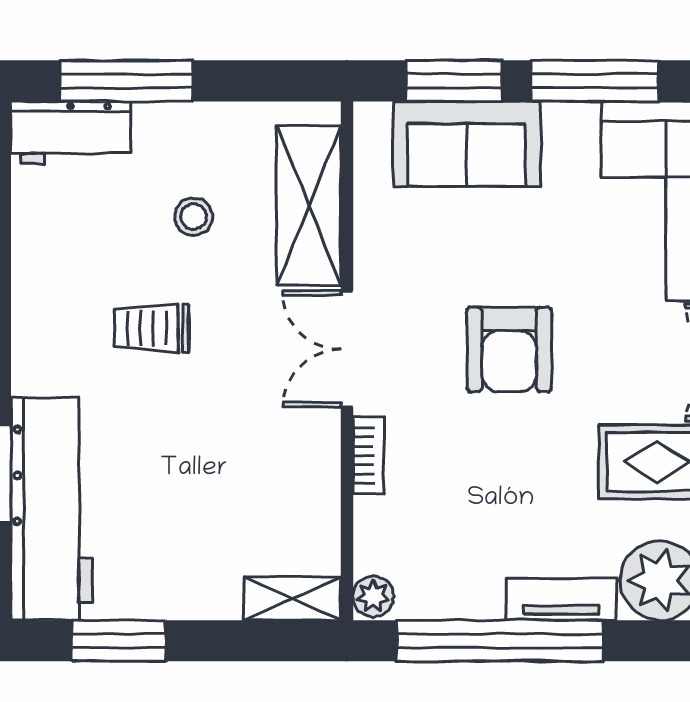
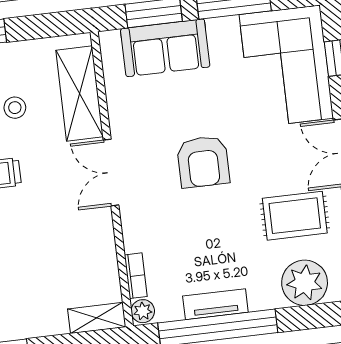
bookcase: (369, 455) -> (136, 276), moved
tv unit: (561, 599) -> (215, 304), moved

